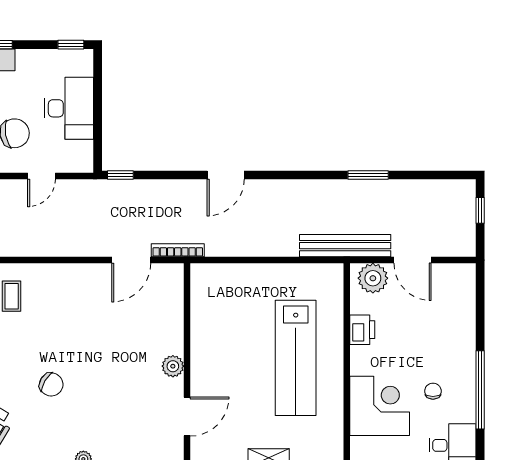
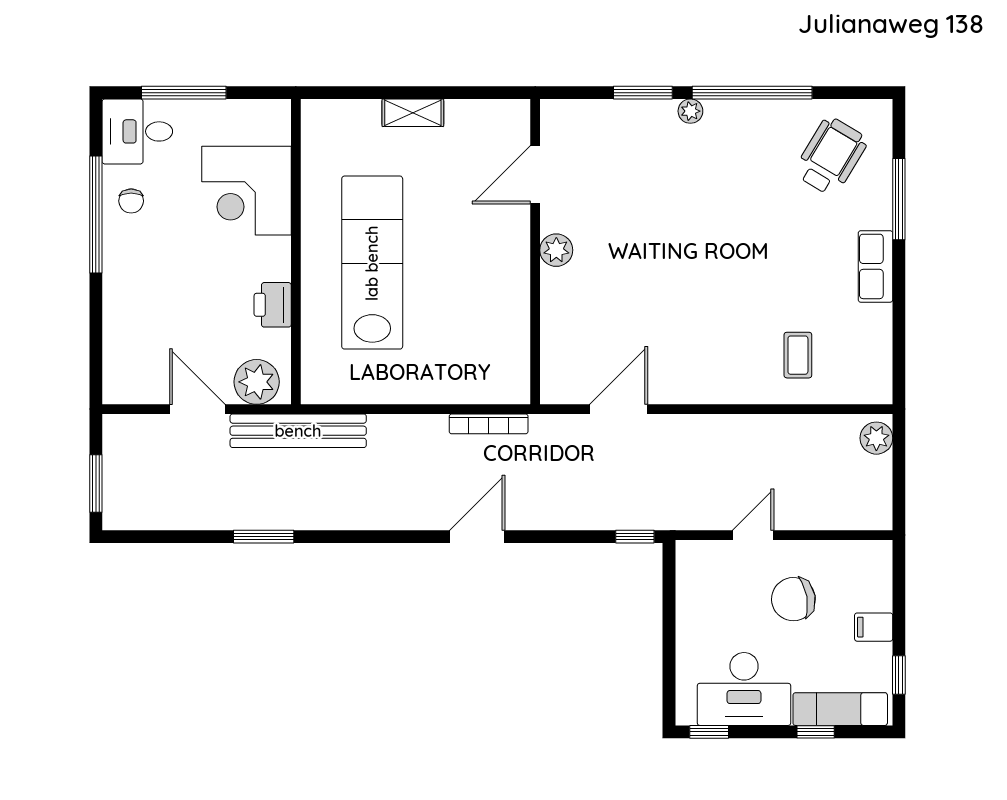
desk: (69, 108) -> (744, 689), moved, turned -90
window: (480, 210) -> (96, 483), width x1.50
bookcase: (178, 250) -> (489, 424), moved
chair: (51, 384) -> (739, 223), removed
chair: (433, 391) -> (131, 201), moved

